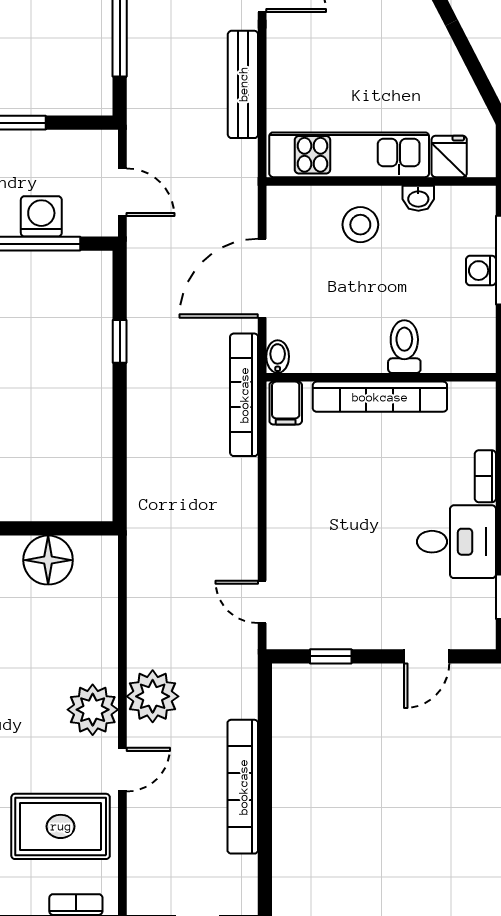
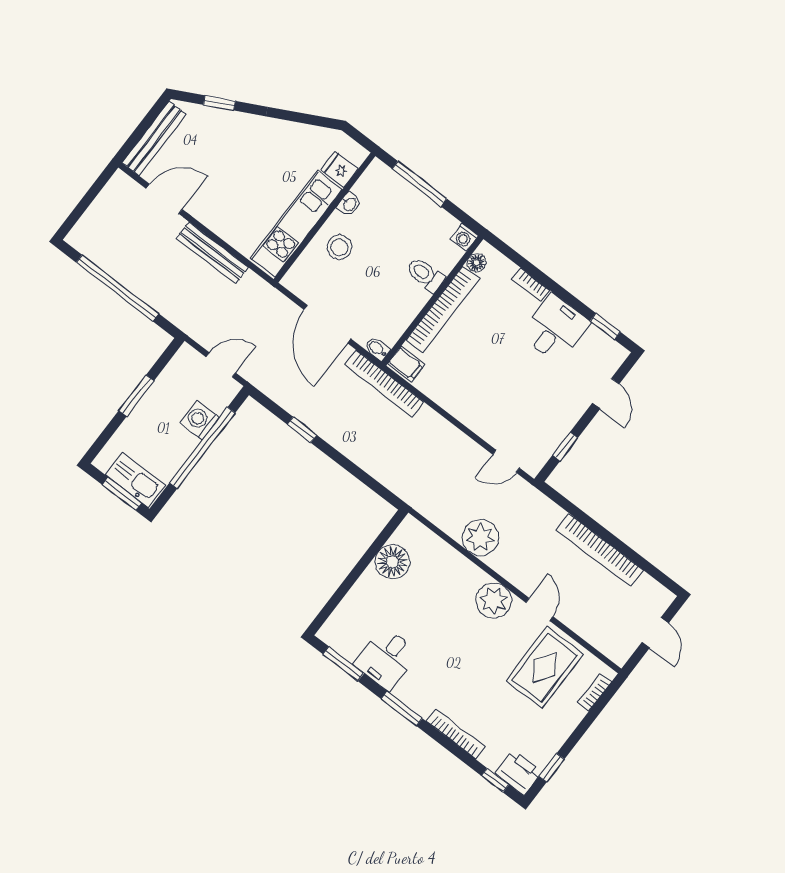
washing machine: (481, 271) -> (464, 237), moved
floor lamp: (463, 395) -> (477, 263), added
plant: (153, 696) -> (480, 538), moved

